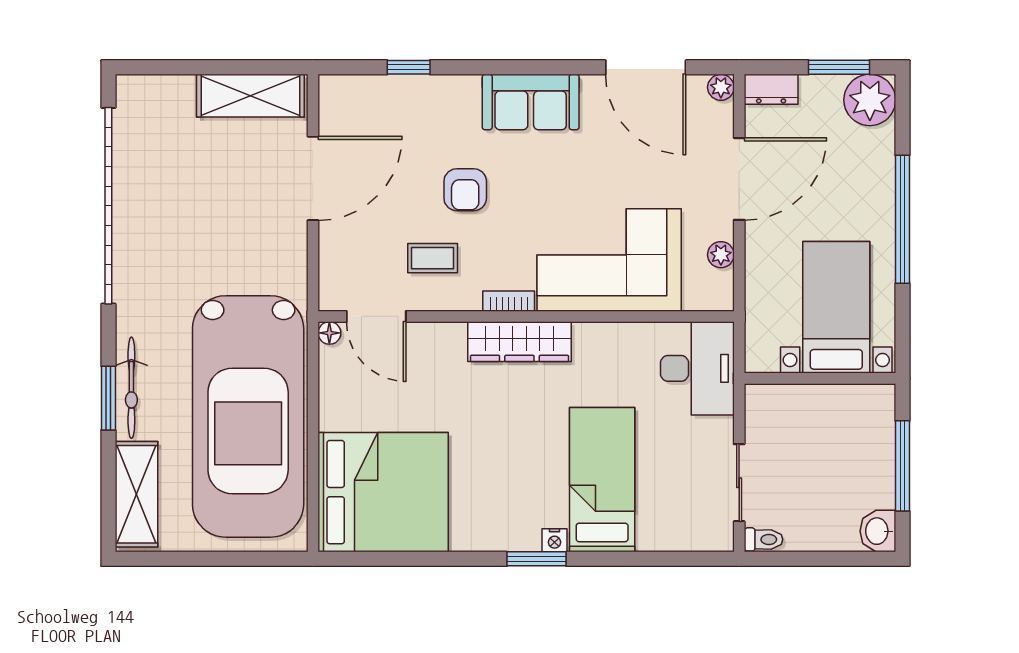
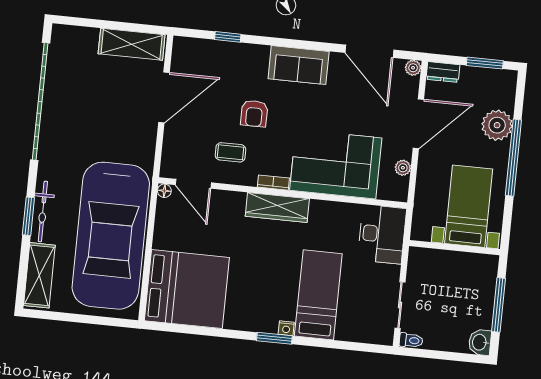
plant: (870, 100) -> (497, 125), moved

